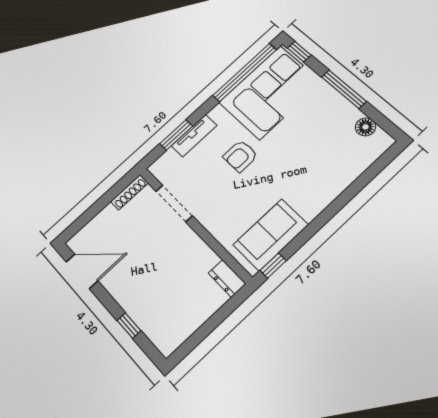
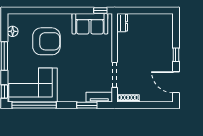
tv unit: (194, 136) -> (99, 97), moved
armchair: (240, 156) -> (46, 41), moved, width x1.88, depth x1.88
window: (129, 326) -> (176, 55), moved

